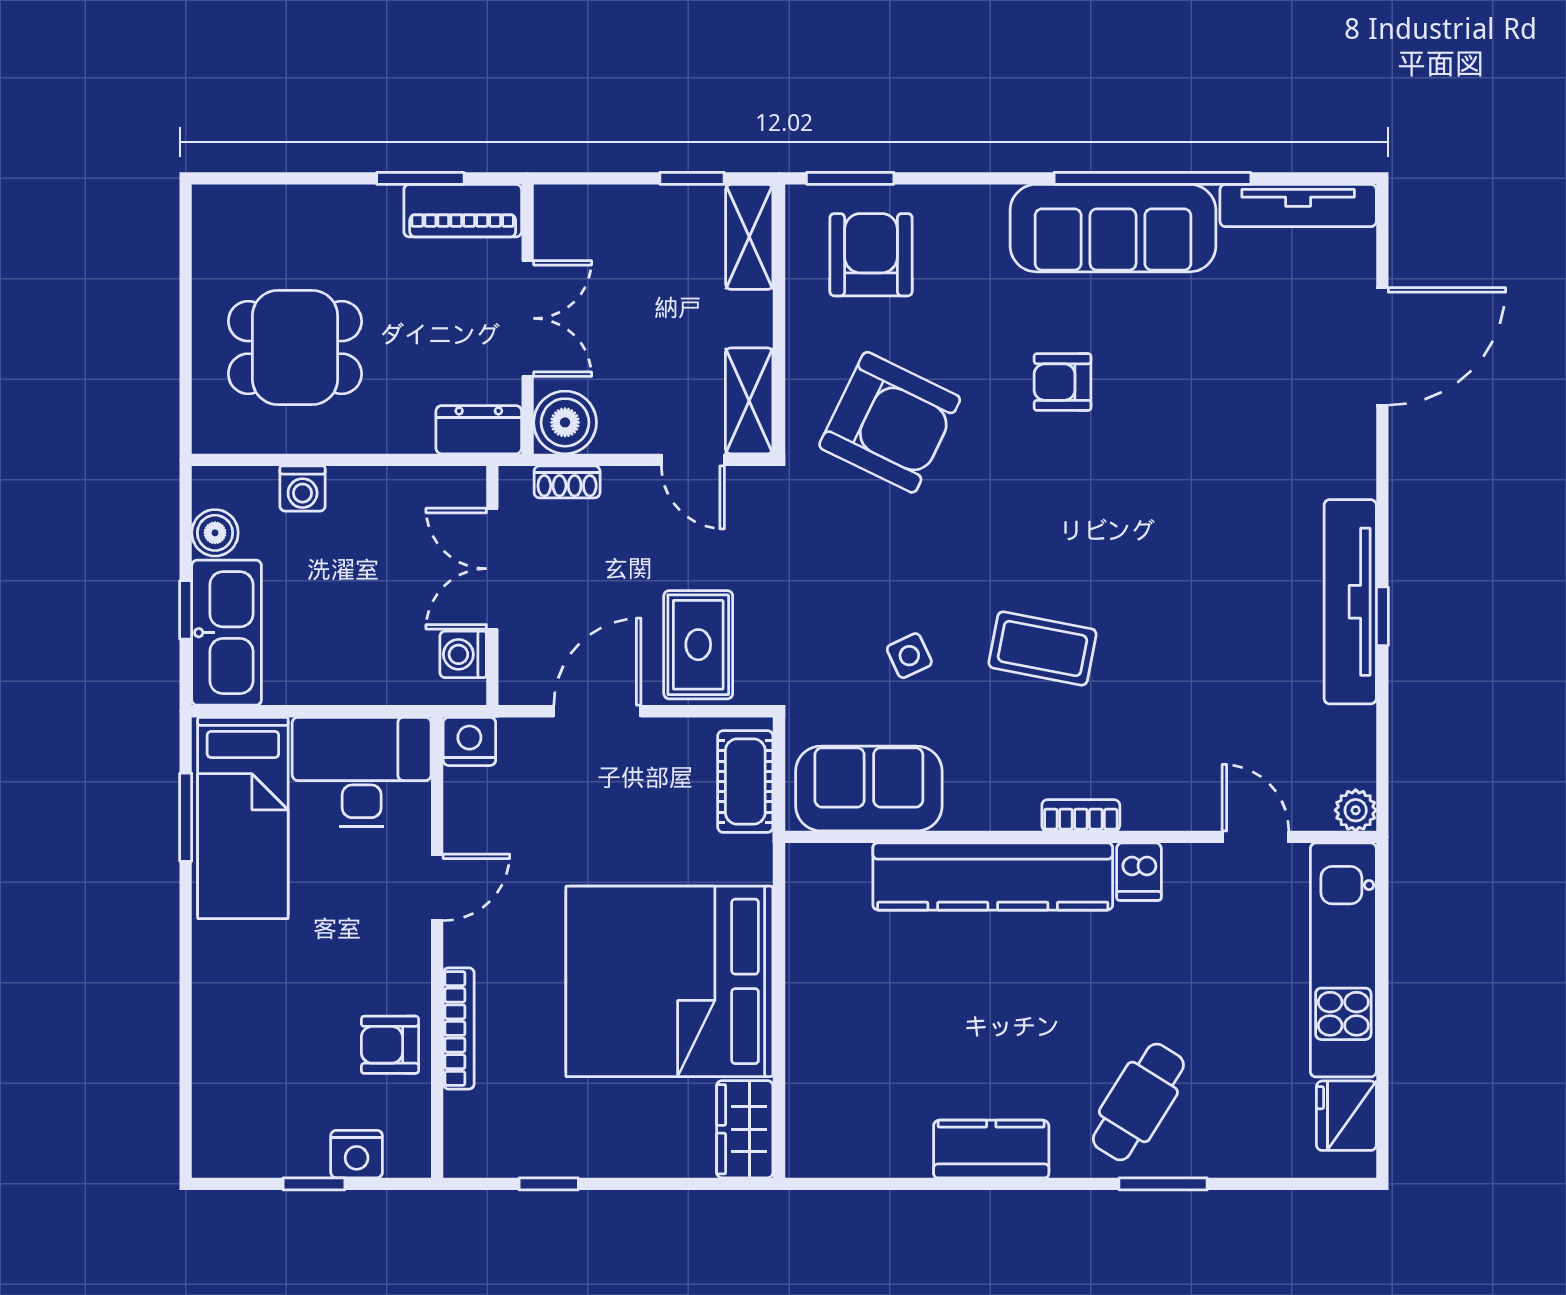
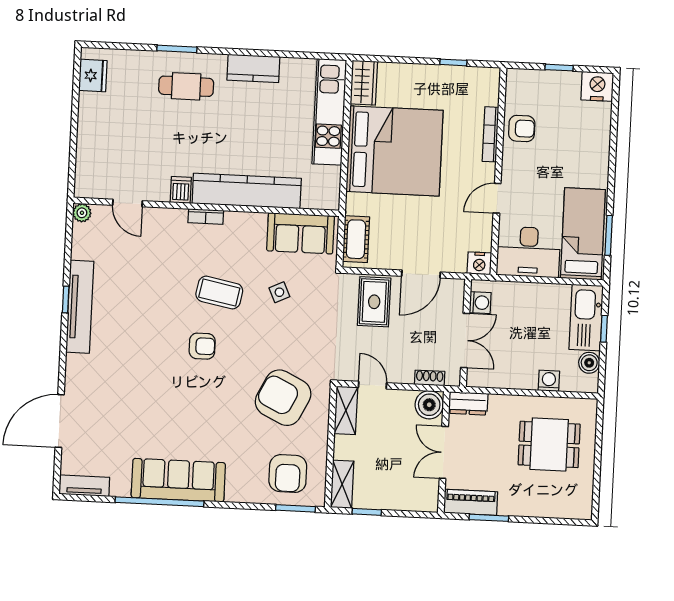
tv unit: (1298, 206) -> (84, 486), width x0.71
armchair: (1062, 382) -> (202, 346), moved
kitchen unit: (1343, 960) -> (329, 112), moved, turned 180
cafe table: (1138, 1102) -> (186, 86), turned 58
nightstand: (357, 1154) -> (597, 86), moved, width x1.36, depth x1.33

